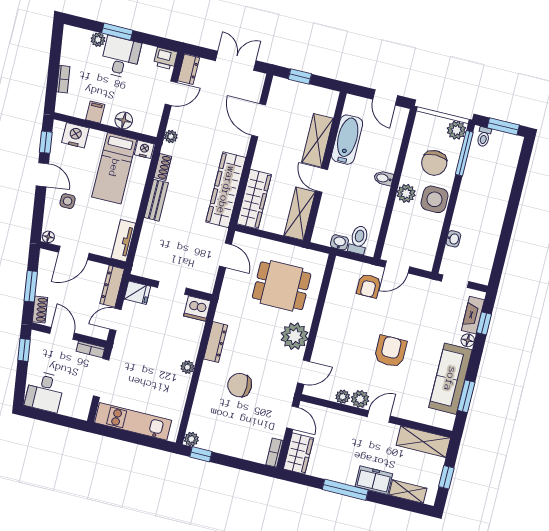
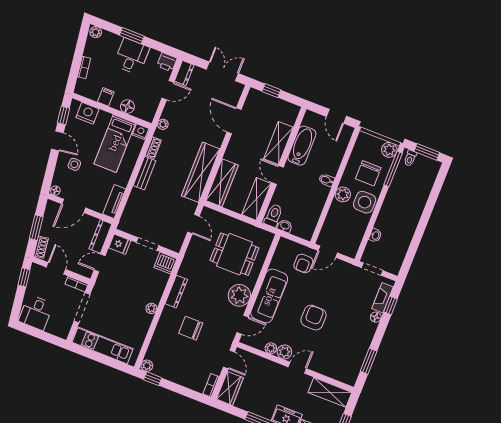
plant: (98, 40) -> (96, 32), moved
toilet: (359, 240) -> (273, 215), moved
sofa: (450, 379) -> (269, 296), moved, turned 180

